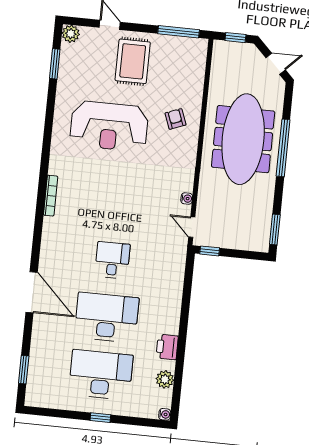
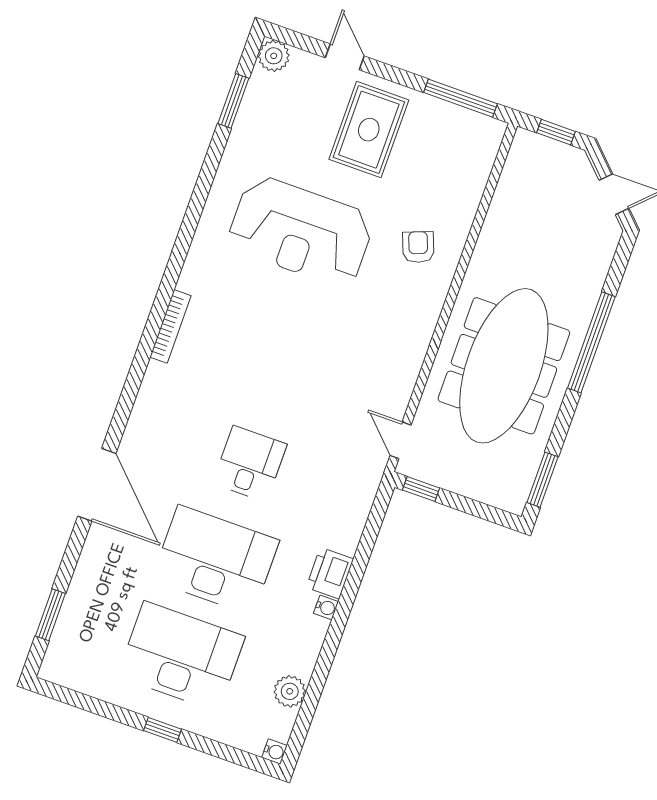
meeting table: (243, 139) -> (504, 366), moved
water cooler: (187, 199) -> (326, 607), moved
printer: (167, 347) -> (330, 573), moved

